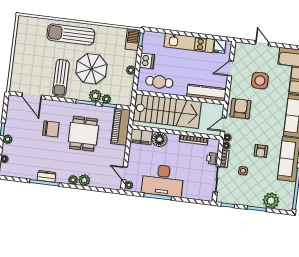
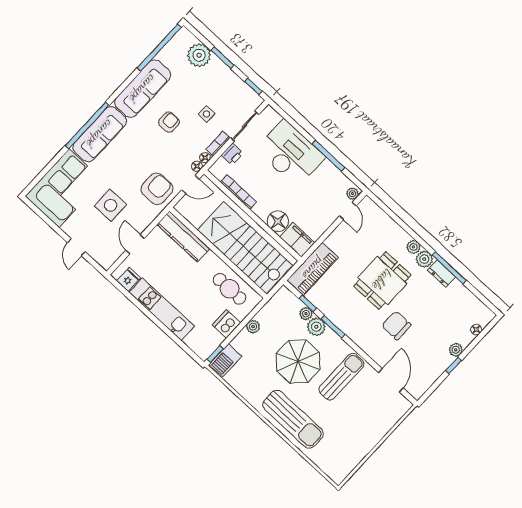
door: (230, 69) -> (135, 244), swing flipped
armchair: (241, 109) -> (157, 189), turned 180
dining table: (83, 134) -> (382, 280), moved
plant: (84, 180) -> (424, 259), moved
desk: (163, 180) -> (290, 153), moved

